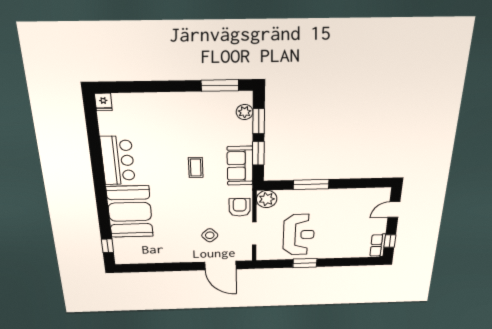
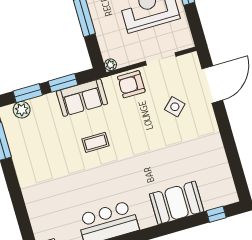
plant: (267, 199) -> (110, 65), width x0.53, depth x0.53
booth: (130, 212) -> (177, 203), width x0.73, depth x0.70

